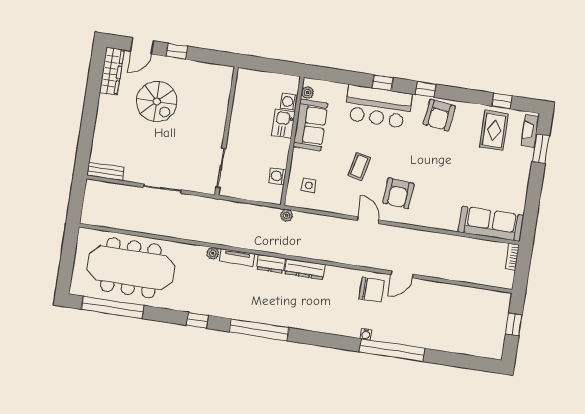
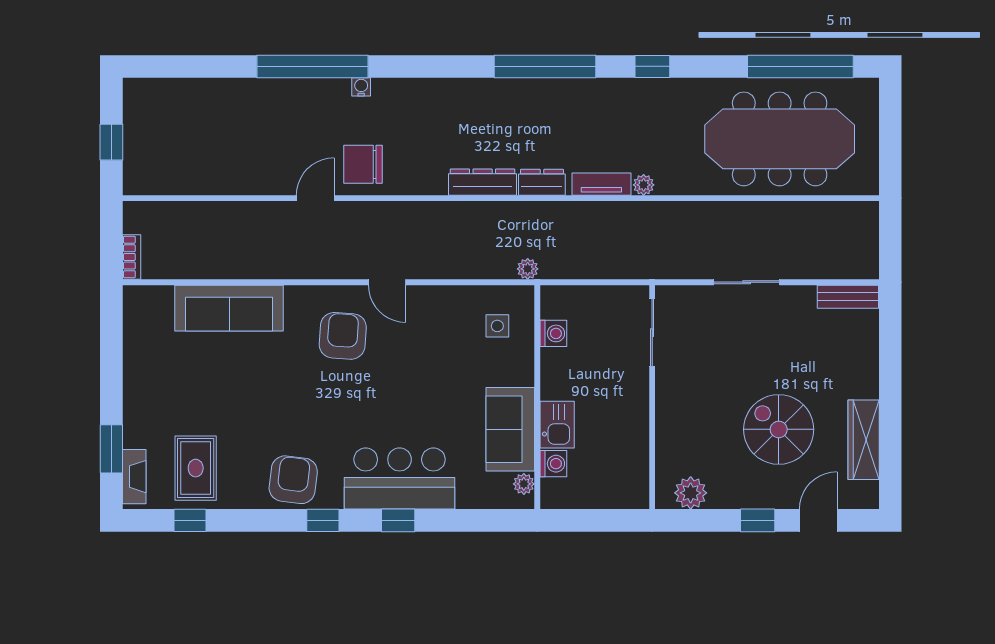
wardrobe: (112, 71) -> (864, 440), moved
plant: (213, 73) -> (691, 493), added
coffee table: (359, 166) -> (416, 371), removed
sofa: (491, 224) -> (229, 308), moved

